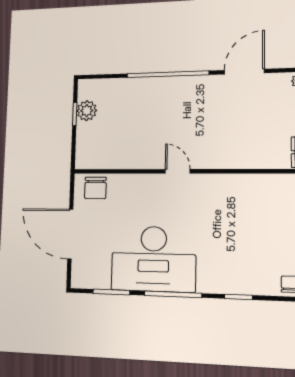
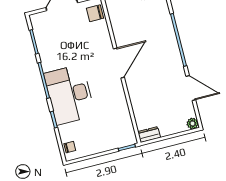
door: (178, 171) -> (119, 63), width x1.88
desk: (153, 259) -> (70, 95), moved

